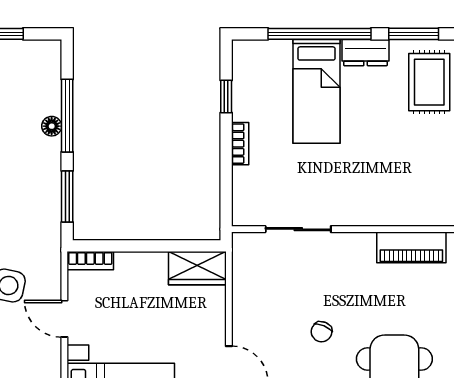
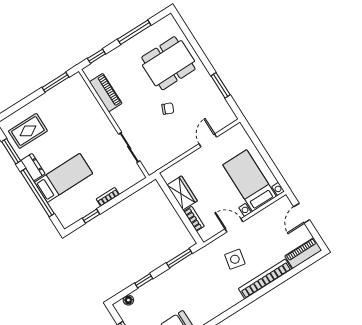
window: (67, 116) -> (144, 281), width x0.46
floor lamp: (52, 126) -> (128, 300), moved
bookcase: (90, 261) -> (194, 219), moved
wardrobe: (197, 268) -> (182, 193), moved
door: (64, 319) -> (234, 225), swing flipped

